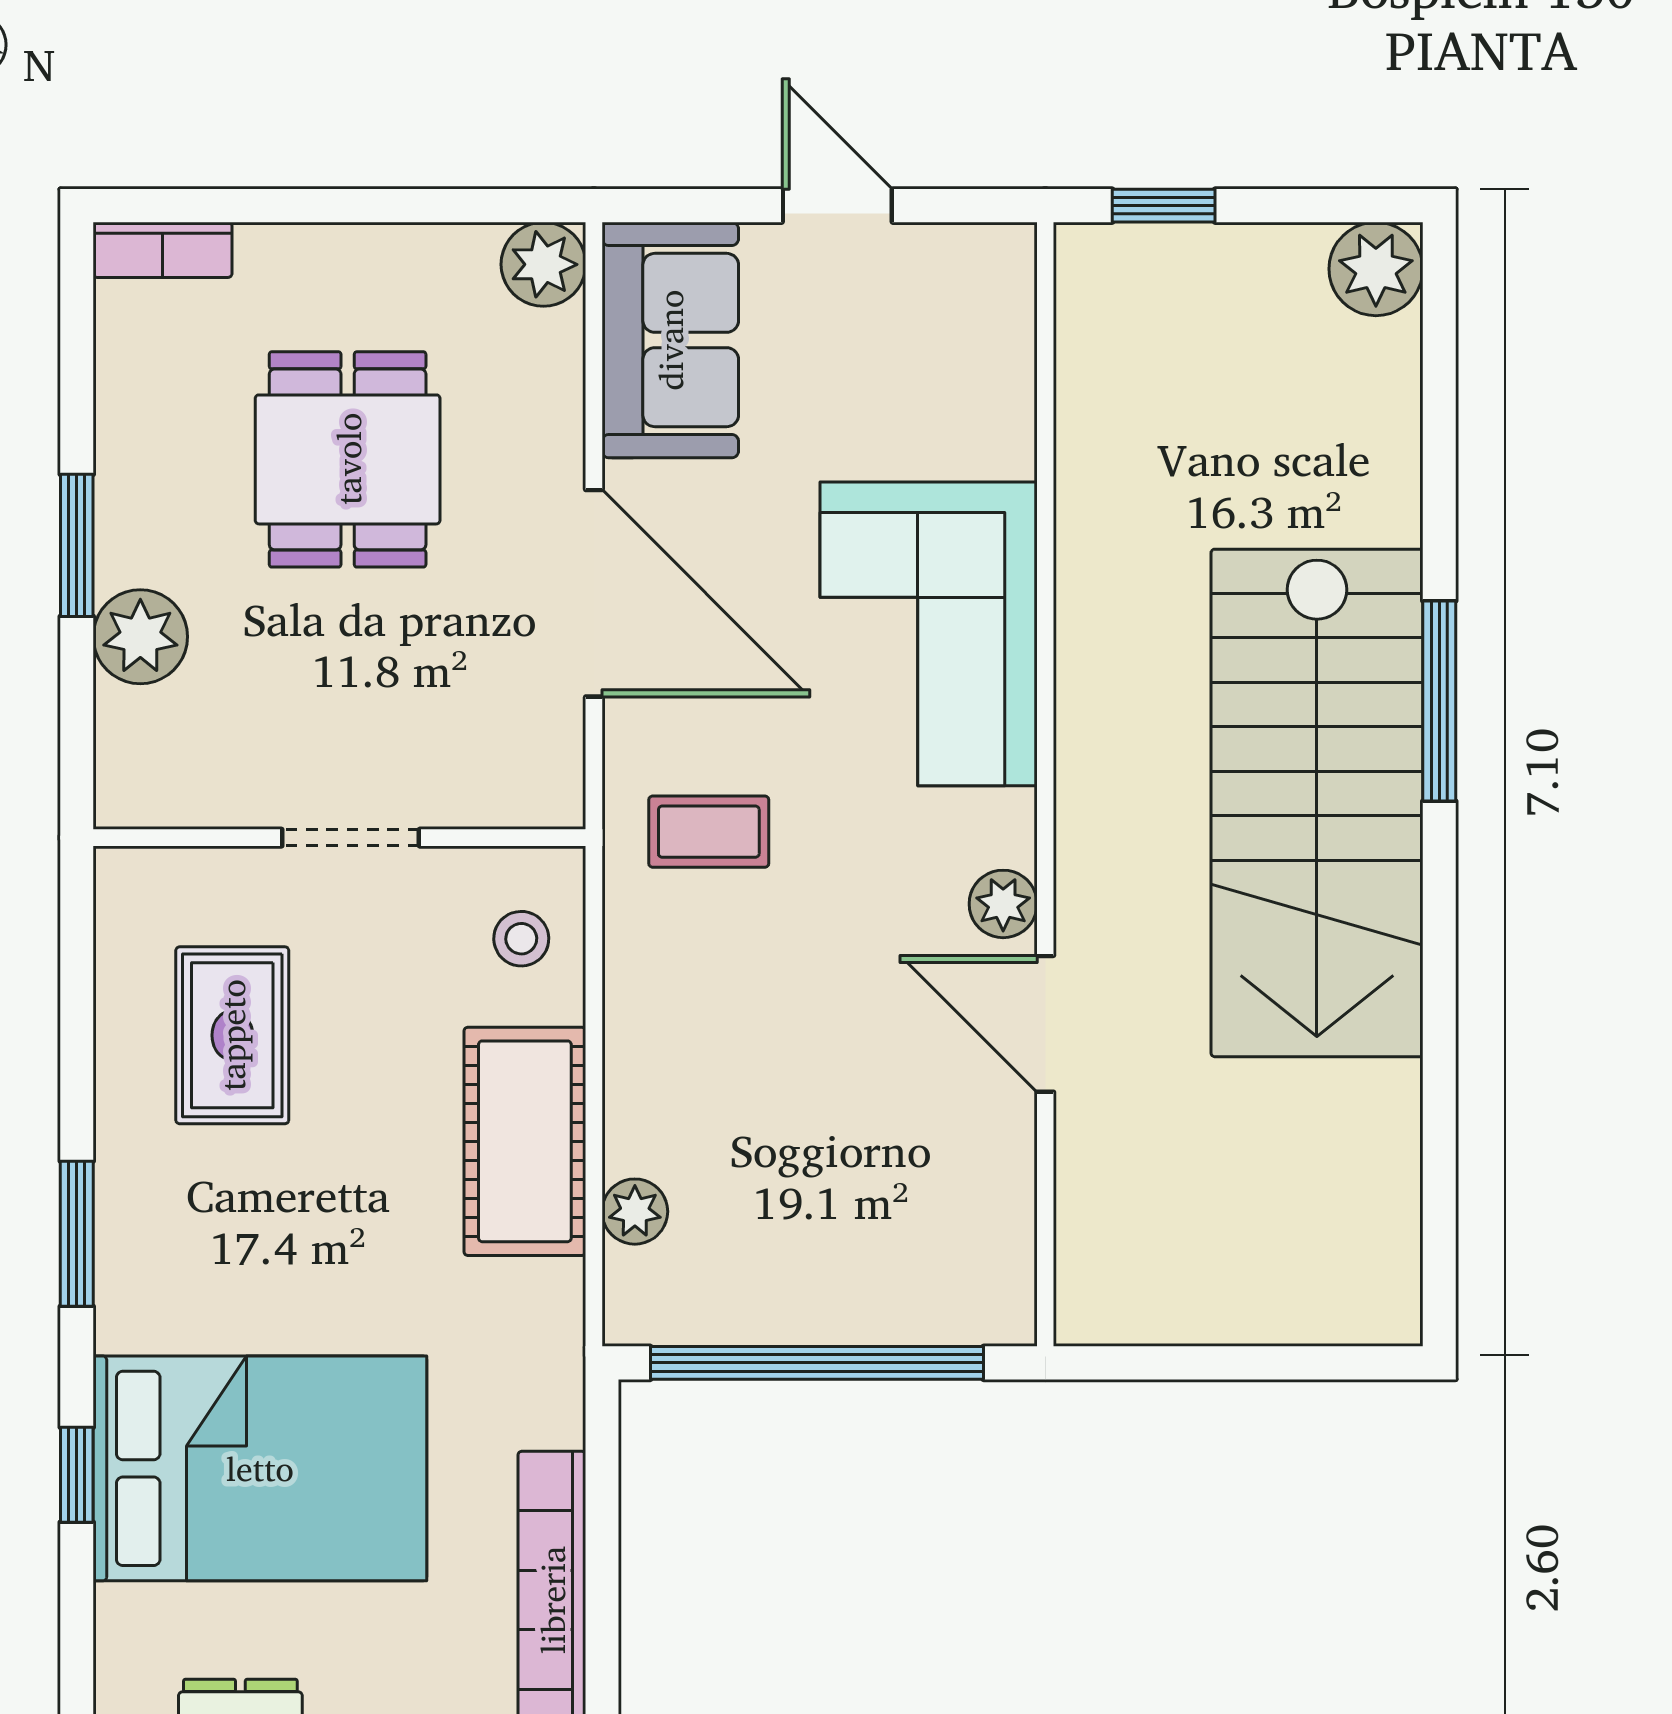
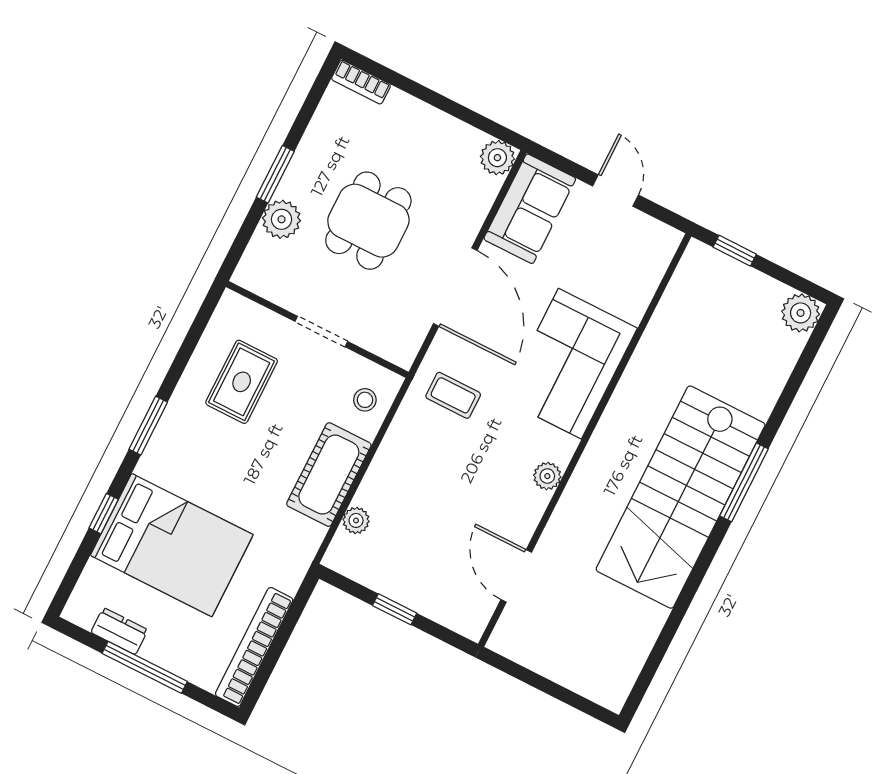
dining table: (348, 459) -> (368, 221), moved
door: (1045, 1024) -> (516, 576), moved
window: (817, 1363) -> (395, 609), width x0.32

